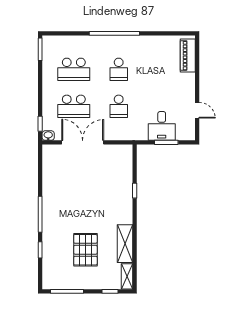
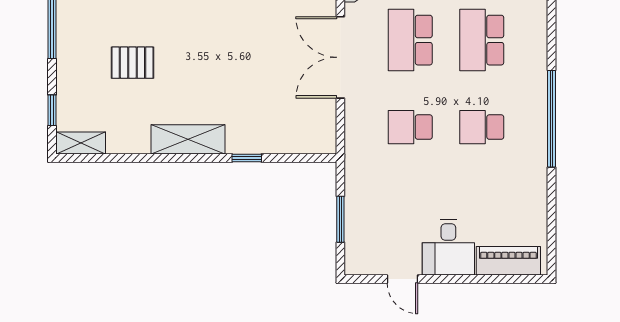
door: (197, 110) -> (402, 279), hinge flipped
desk: (162, 126) -> (448, 247), moved, turned -90
double door: (83, 142) -> (340, 57), swing flipped
shelving: (125, 244) -> (188, 139), moved
pallet: (85, 250) -> (132, 63), width x0.67, depth x0.71

